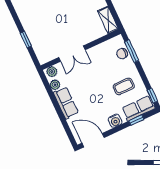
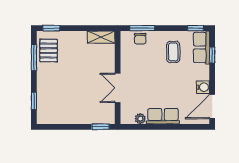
window: (26, 40) -> (100, 127), moved
double door: (72, 54) -> (118, 88), swing flipped
plant: (52, 72) -> (126, 116), removed
water cooler: (115, 121) -> (203, 87), moved

